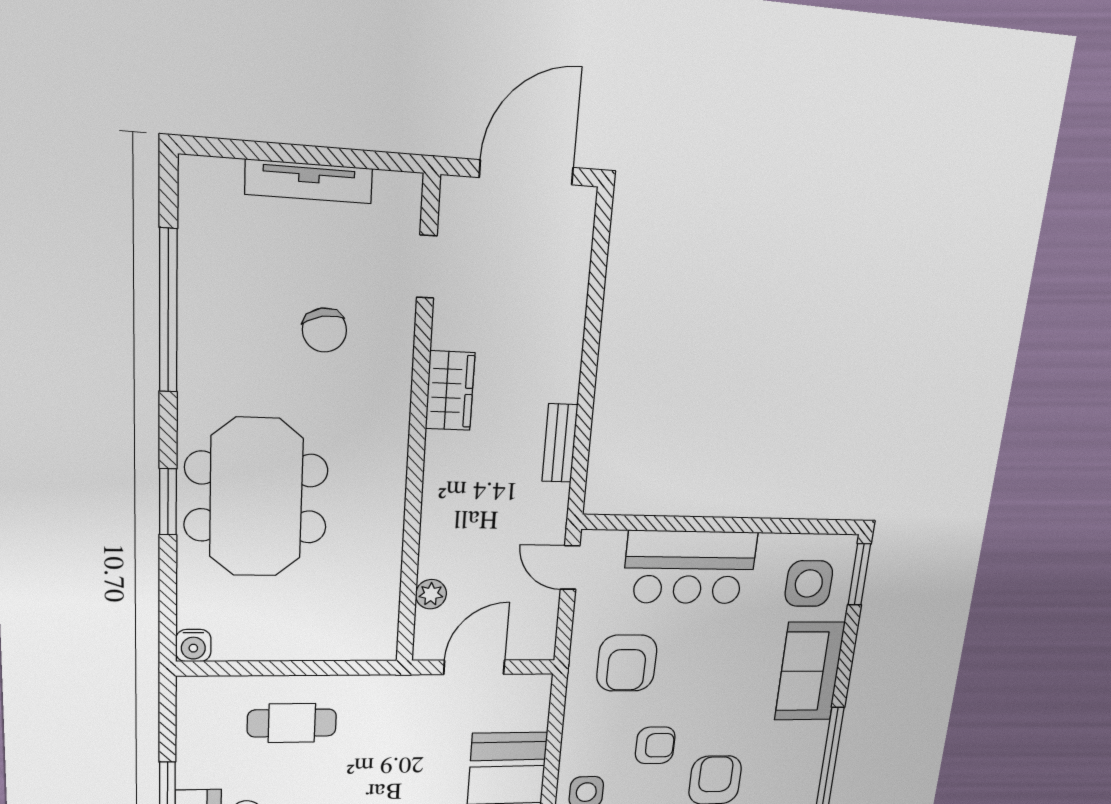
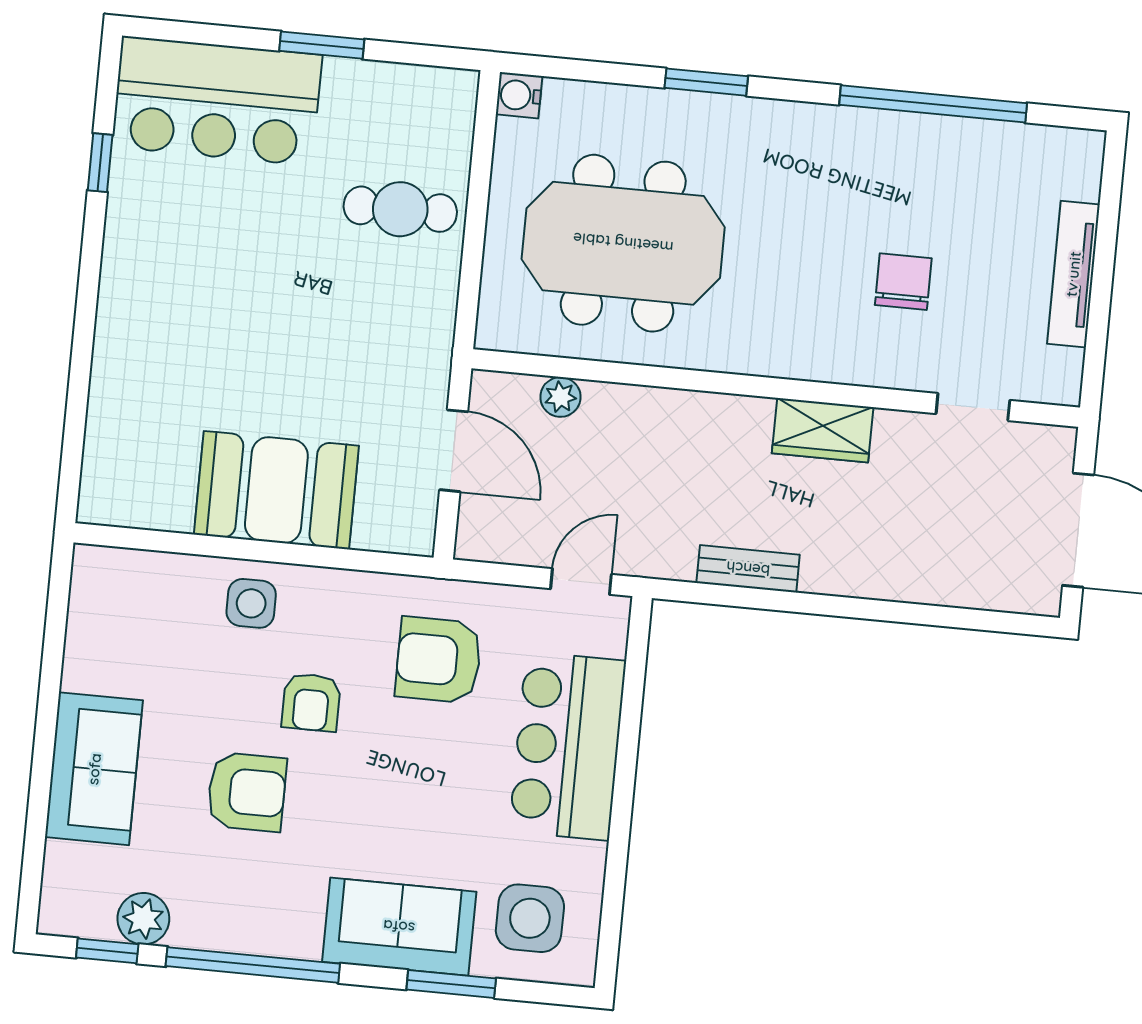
chair: (324, 330) -> (903, 282), turned 101
meeting table: (256, 498) -> (623, 243), moved
window: (859, 574) -> (451, 984), moved
cafe table: (292, 723) -> (400, 209), turned 90

